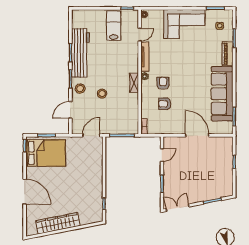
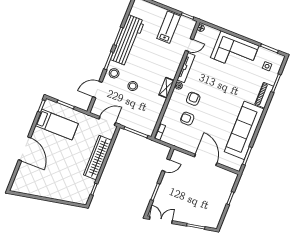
bed: (46, 153) -> (57, 125), width x0.67
wardrobe: (58, 223) -> (98, 158), moved, turned -79

